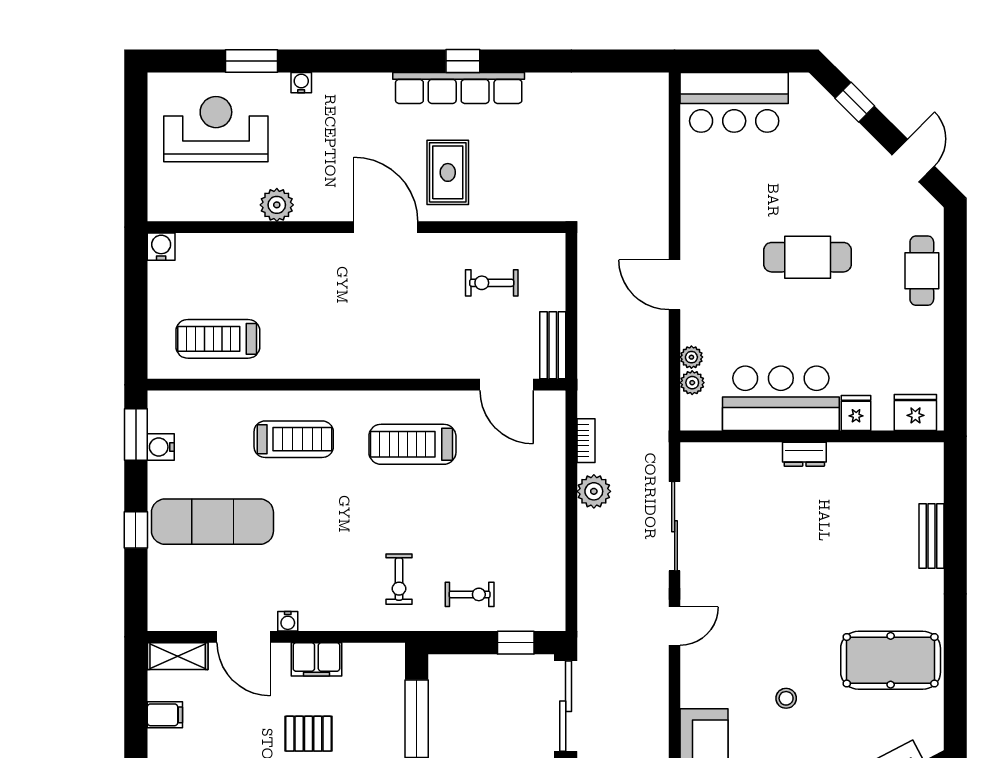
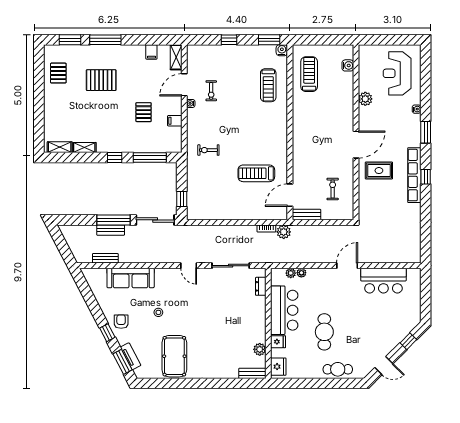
window: (252, 61) -> (426, 132), moved
bar counter: (734, 102) -> (383, 281), moved, turned -90
reception desk: (216, 129) -> (397, 73), turned 180
water cooler: (161, 247) -> (348, 65), moved
cafe table: (808, 257) -> (324, 332), moved
door: (675, 285) -> (347, 266), moved
treadmill: (294, 439) -> (268, 85), moved
treadmill: (412, 444) -> (256, 173), moved, turned -90
water cooler: (161, 447) -> (282, 50), moved
dresser: (804, 454) -> (261, 286), moved
plant: (874, 457) -> (260, 349), added
plant: (594, 491) -> (284, 232), moved
exercise mat: (212, 522) -> (232, 72), removed
bench: (931, 536) -> (252, 373), moved
exercise bike: (470, 594) -> (211, 91), moved
filing cabinet: (316, 659) -> (175, 121), width x0.50

